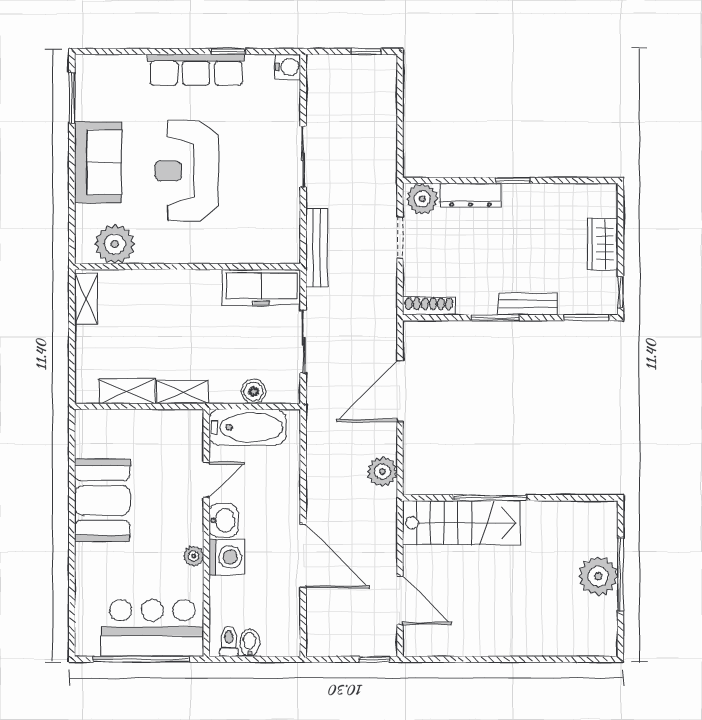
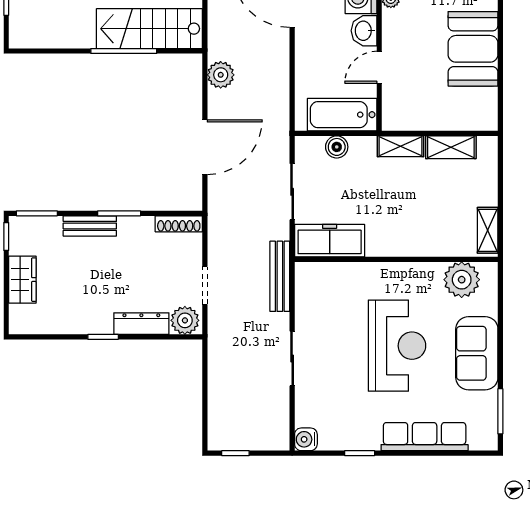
row of seats: (196, 70) -> (425, 437), moved

